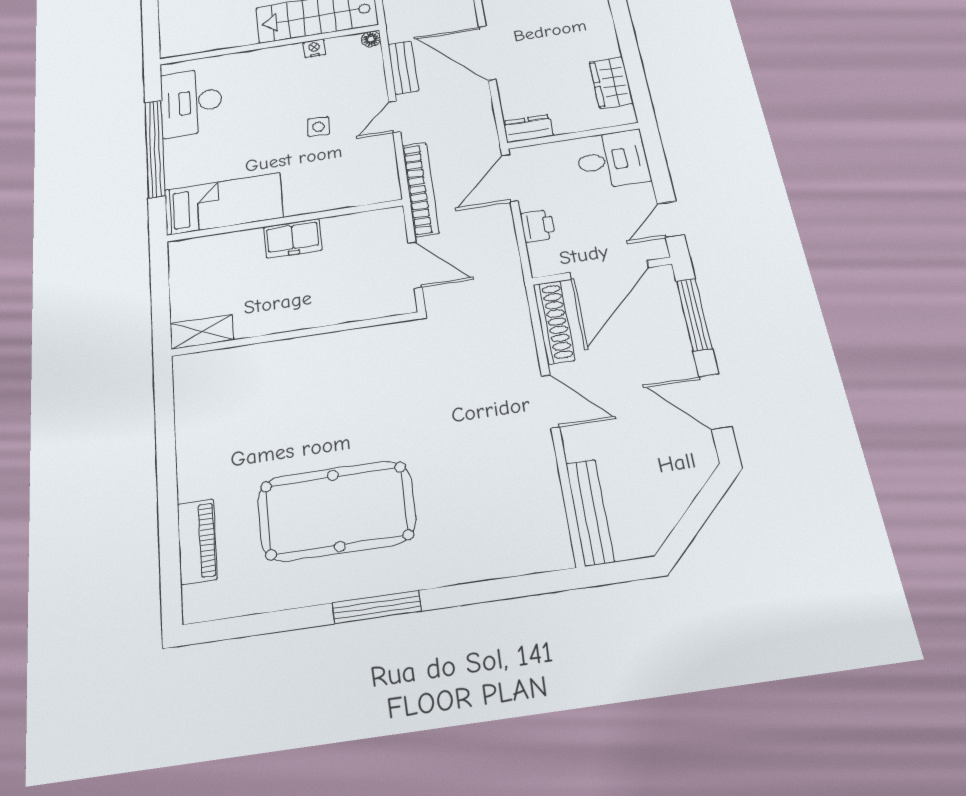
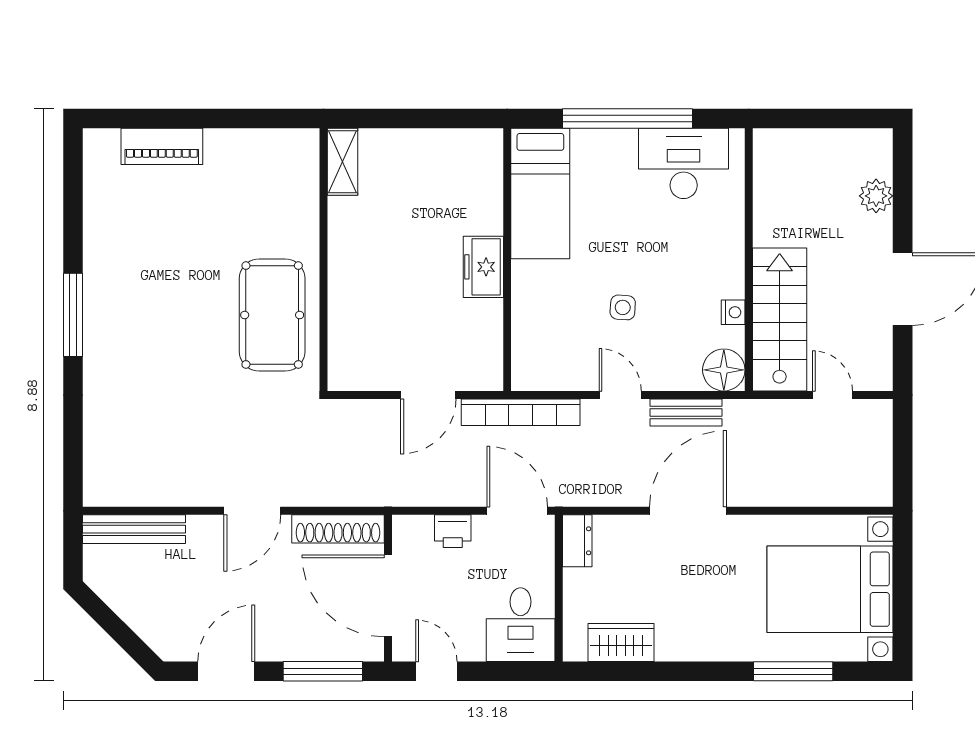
floor lamp: (371, 39) -> (724, 370), width x1.89, depth x1.89
shelving: (202, 332) -> (342, 162), moved
wall: (294, 334) -> (324, 260), moved
pool table: (336, 511) -> (272, 315), moved, width x0.73, depth x0.76

